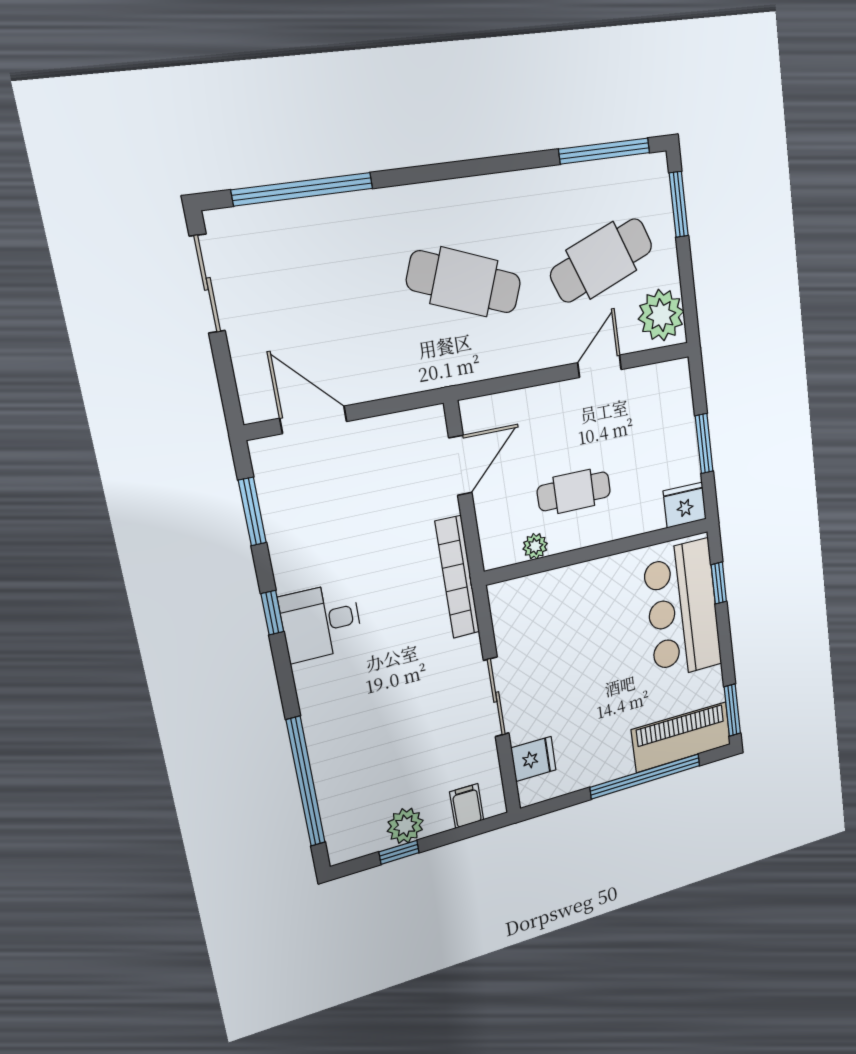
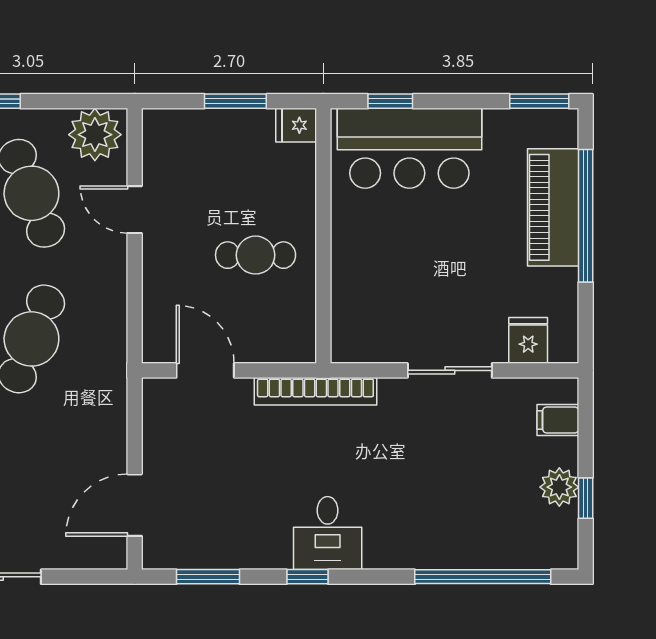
cafe table: (574, 491) -> (256, 255), turned 90
fridge: (685, 505) -> (296, 125), width x0.72
plant: (535, 546) -> (303, 305), removed
piano: (682, 737) -> (553, 207), moved

